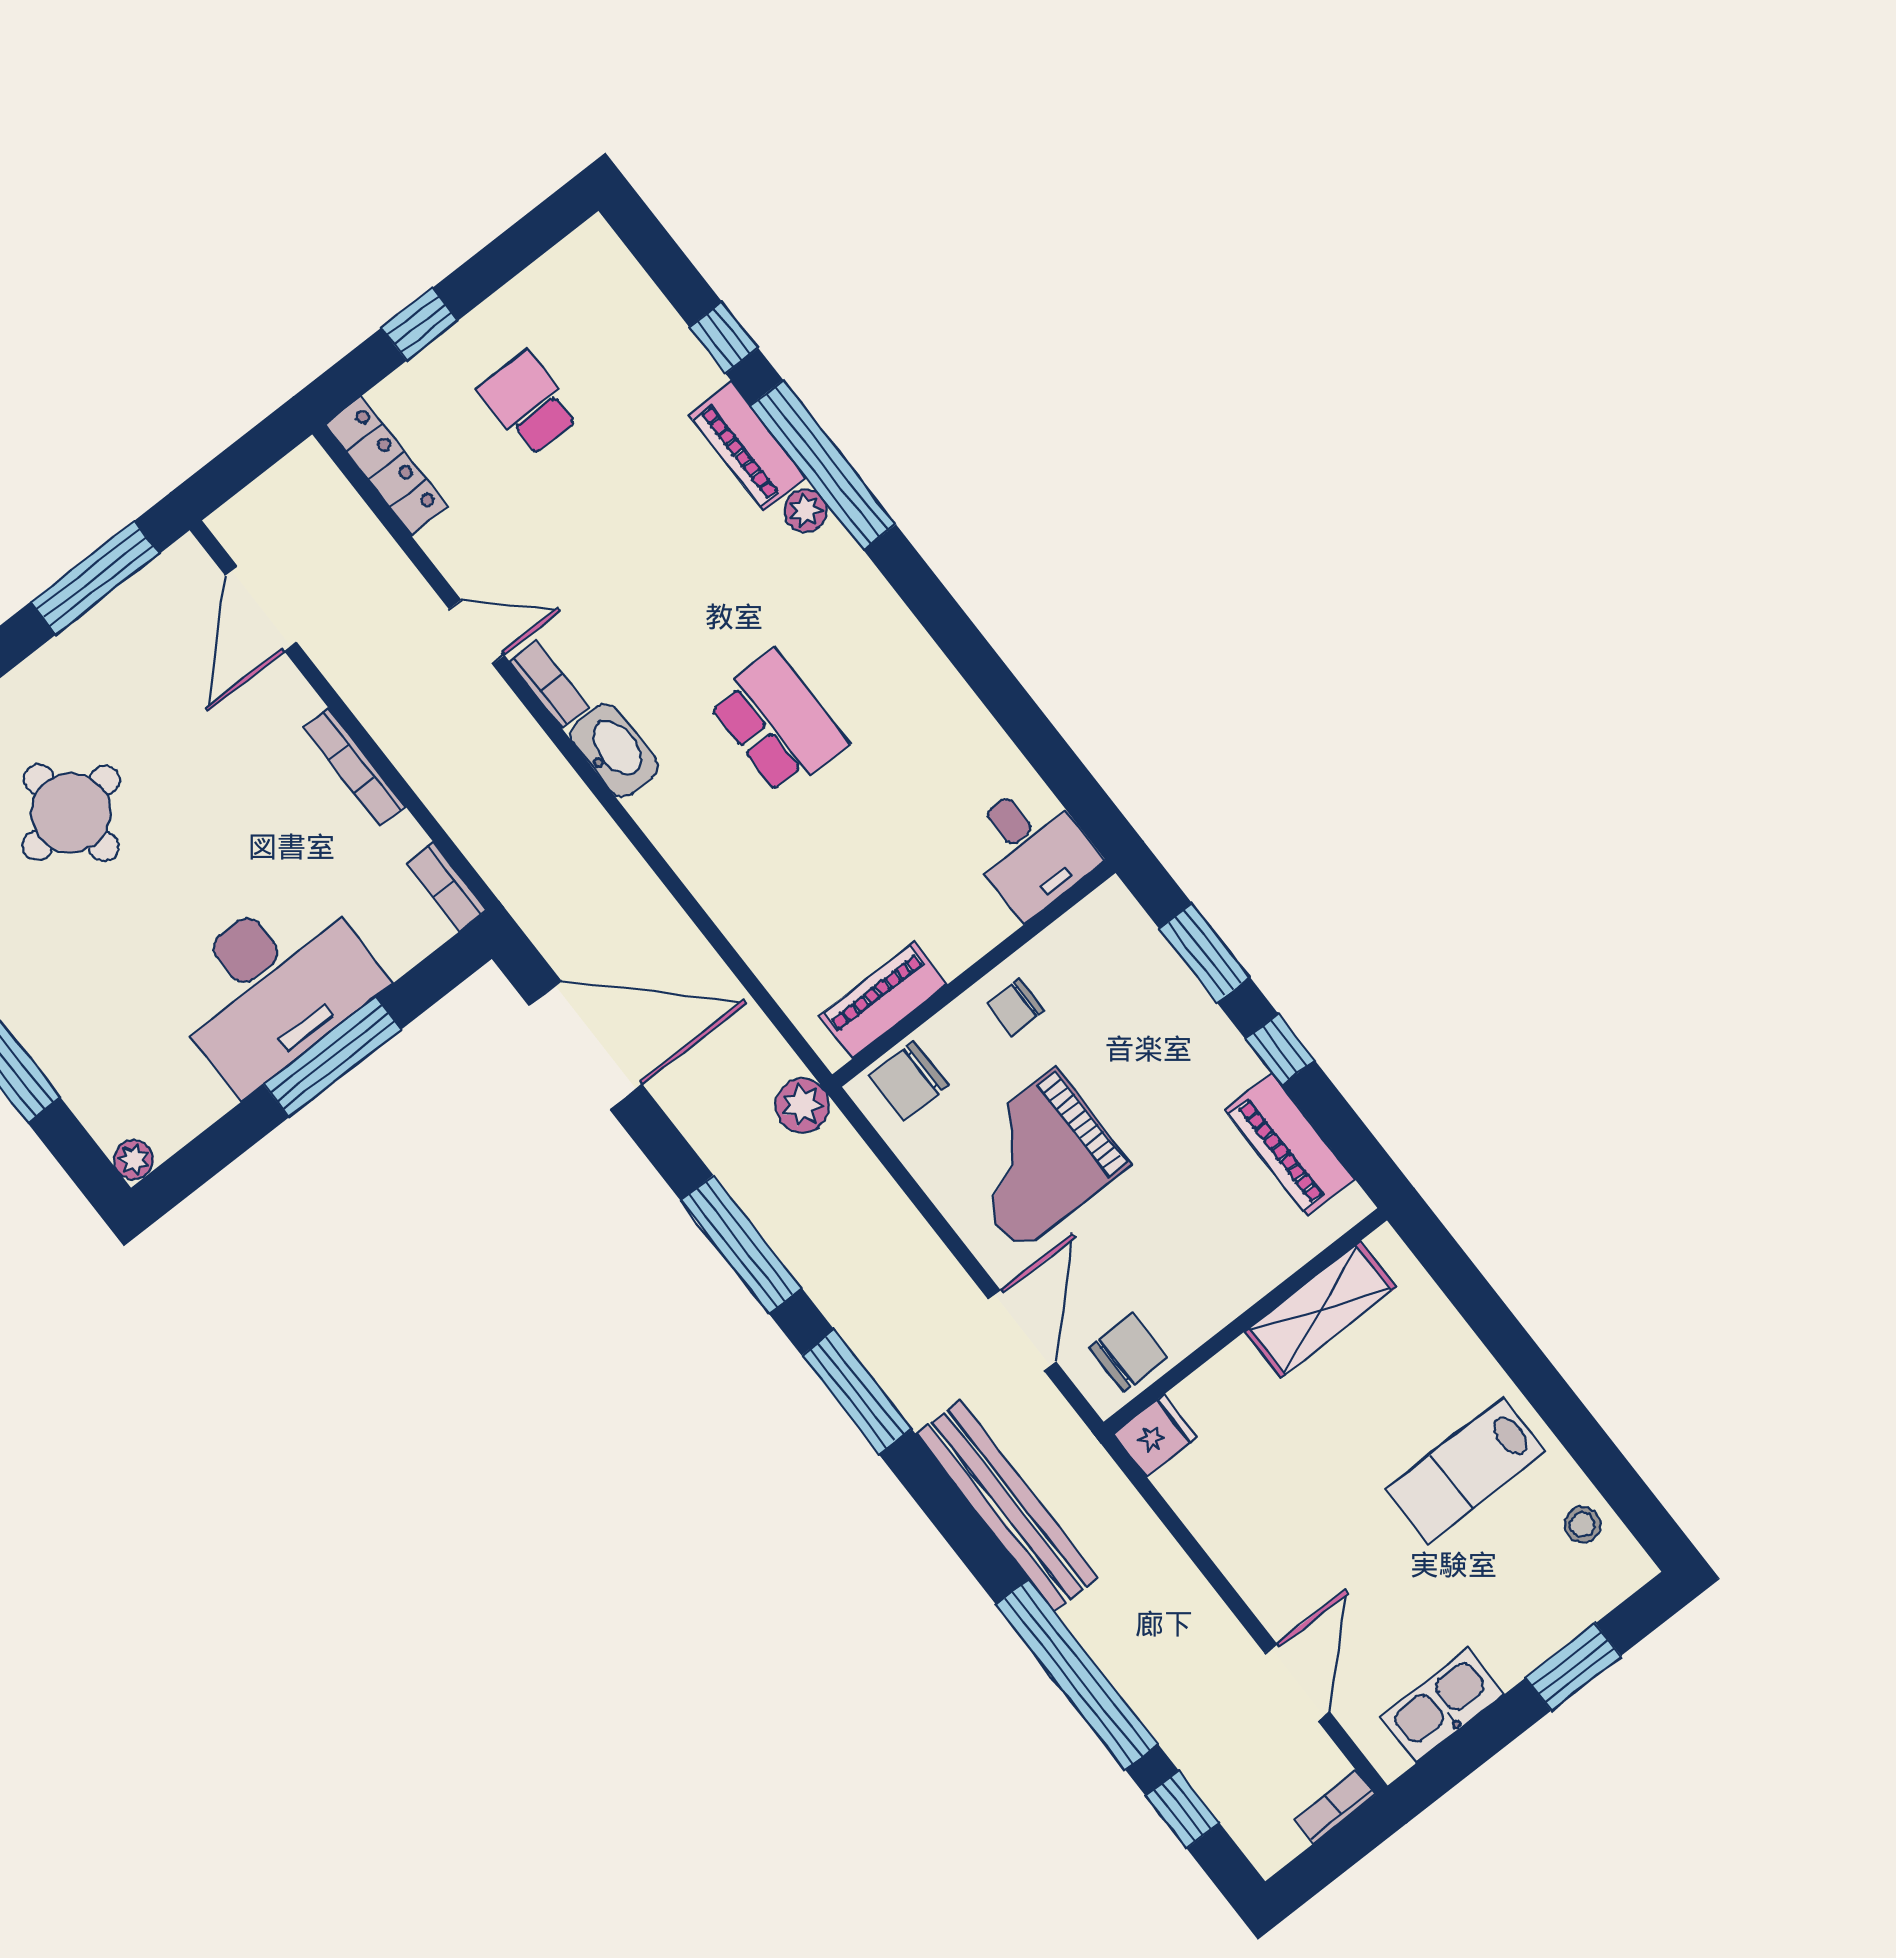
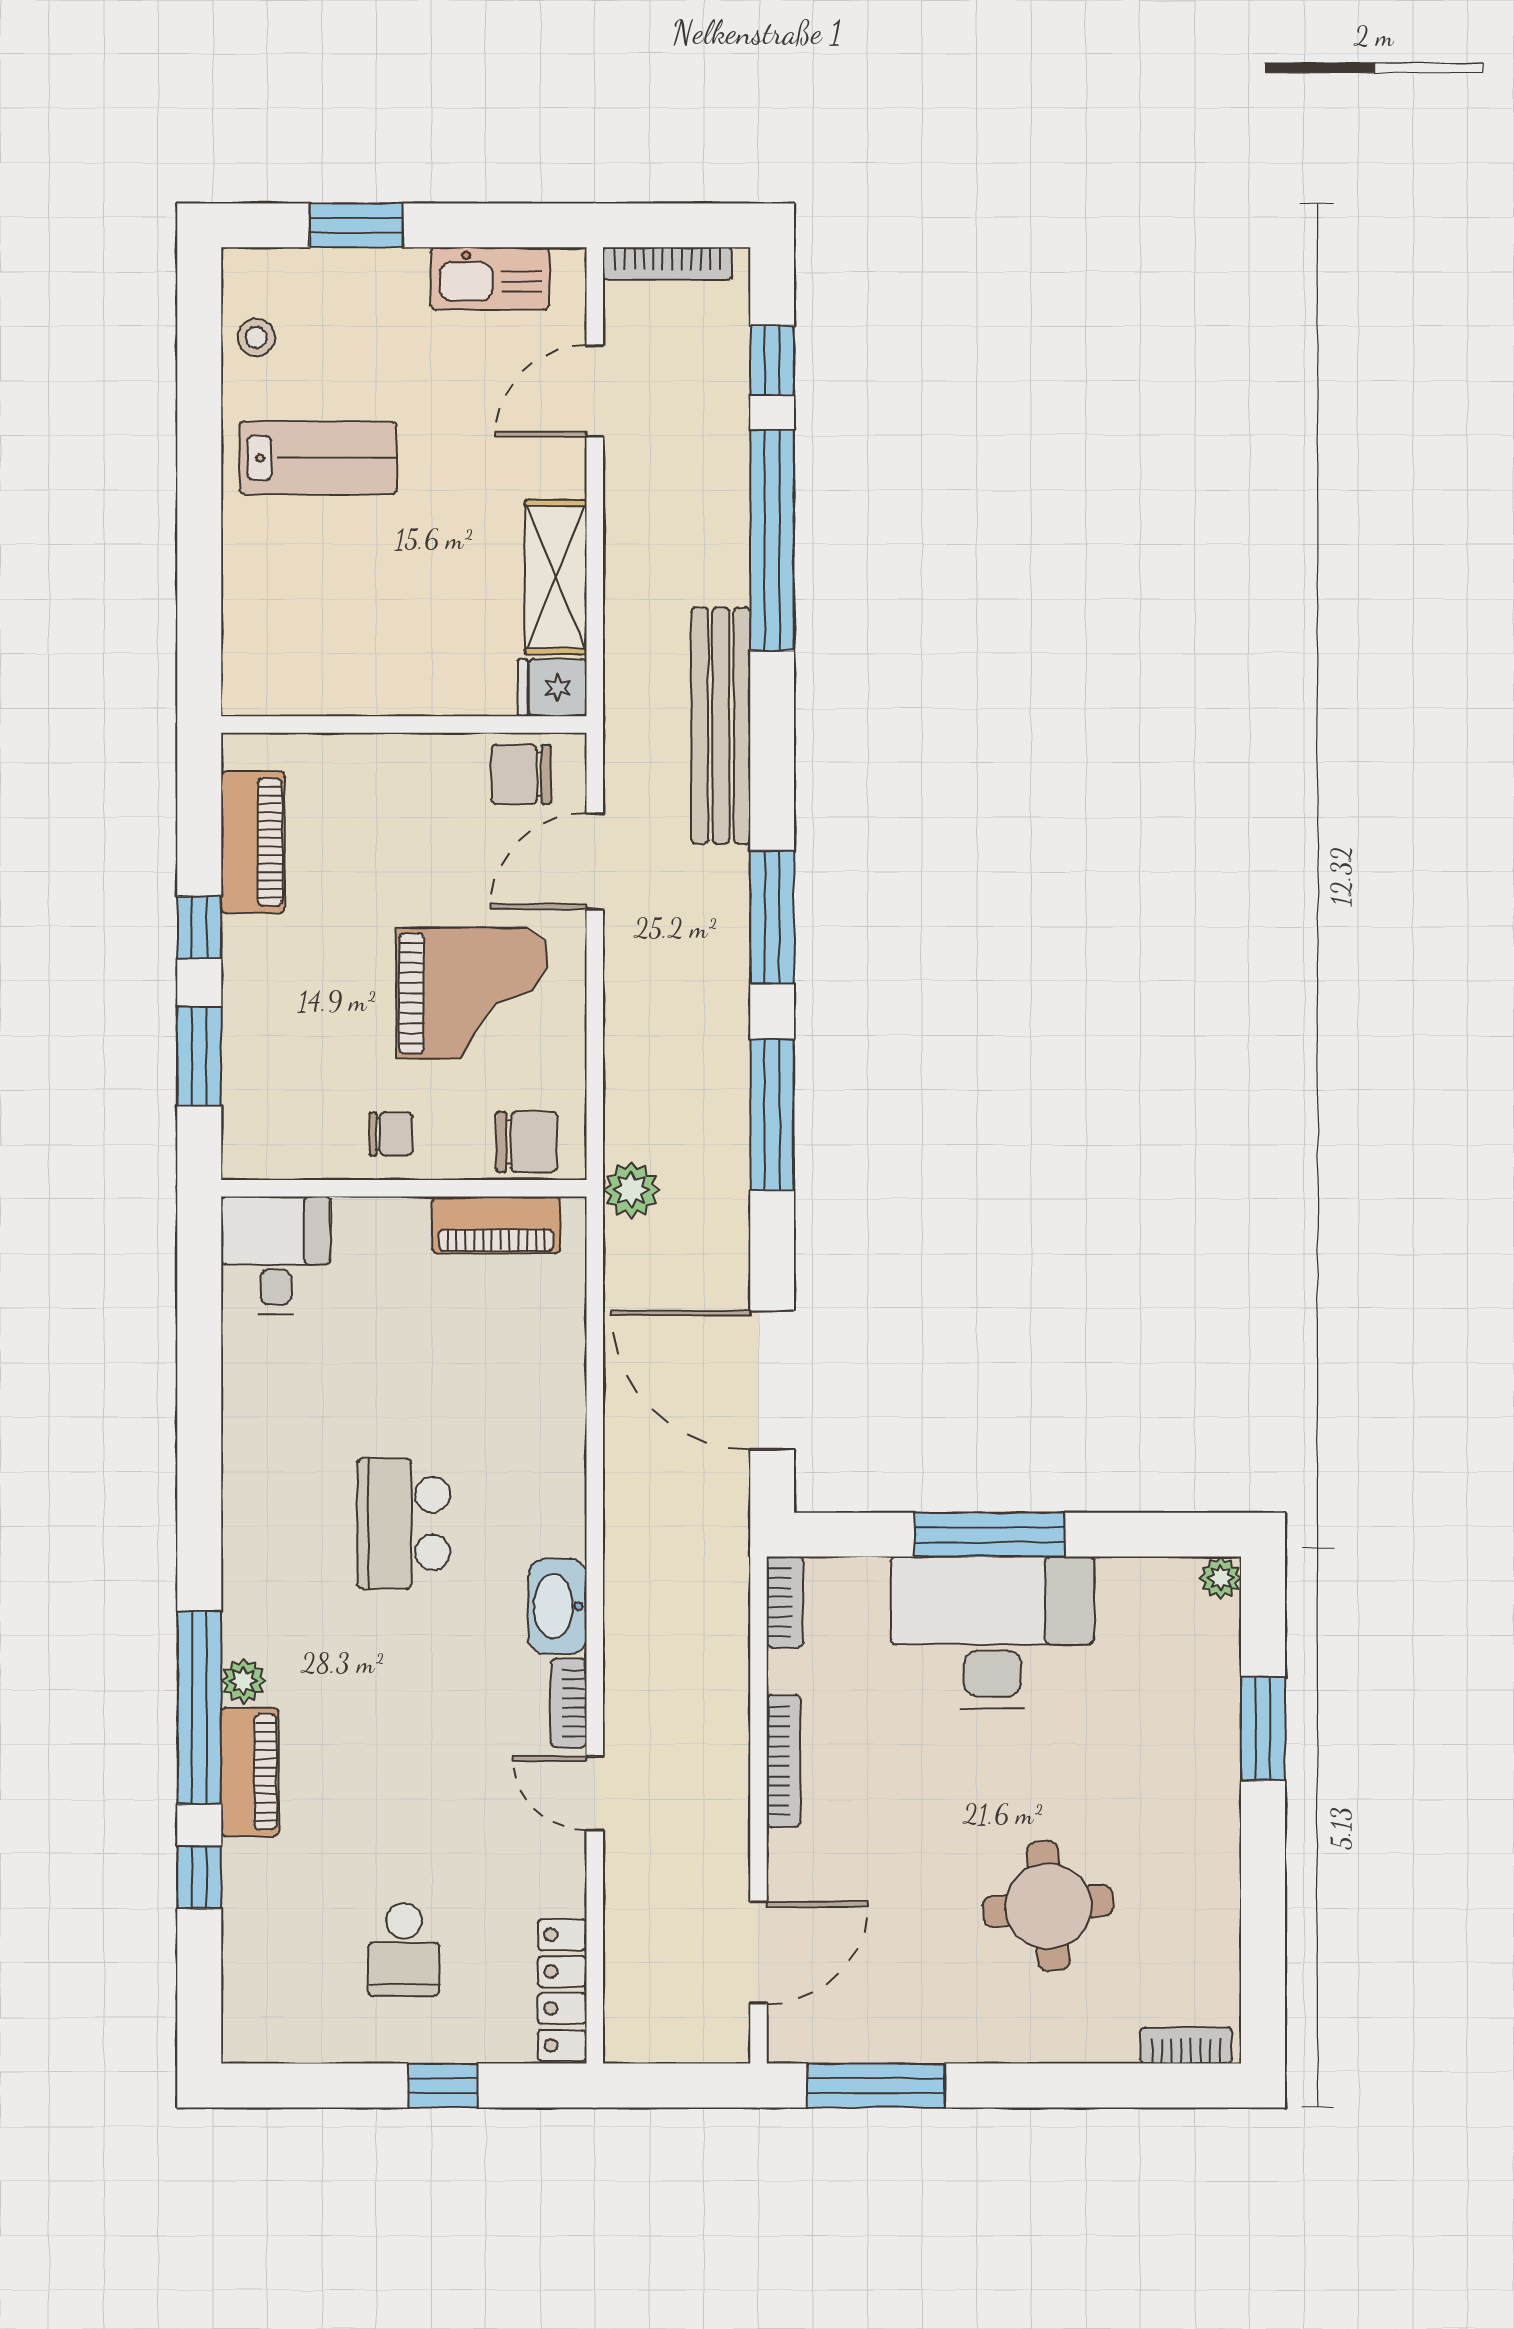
shelving: (1321, 1309) -> (556, 577), moved, turned 90
bookcase: (1335, 1807) -> (667, 264), width x1.56

